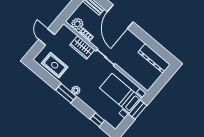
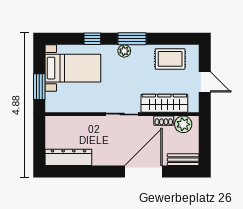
door: (120, 17) -> (143, 172), hinge flipped
wardrobe: (82, 47) -> (164, 103), width x1.50
bed with nightstands: (121, 93) -> (73, 68), moved
window: (97, 120) -> (92, 39), moved

